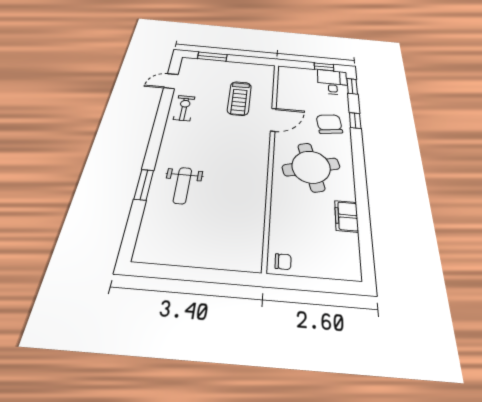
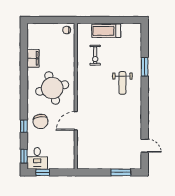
door: (171, 81) -> (145, 146), hinge flipped
treadmill: (239, 98) -> (106, 31), moved, turned -90
exercise bike: (184, 108) -> (95, 55), moved
weight bench: (183, 185) -> (122, 83), moved, turned 180

